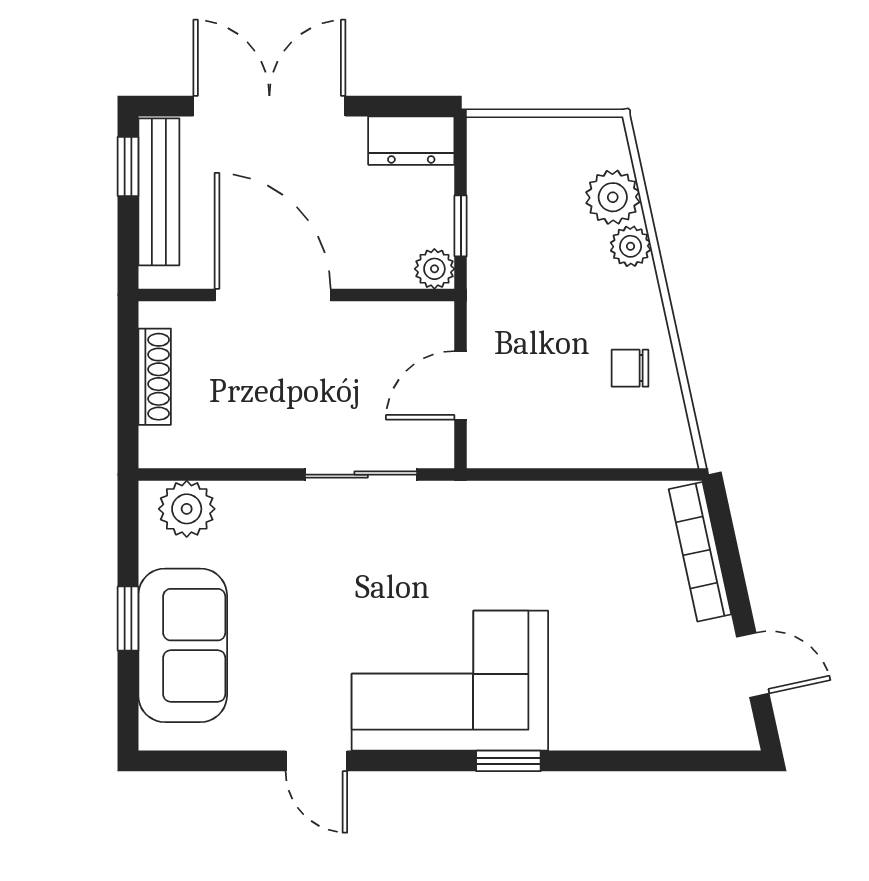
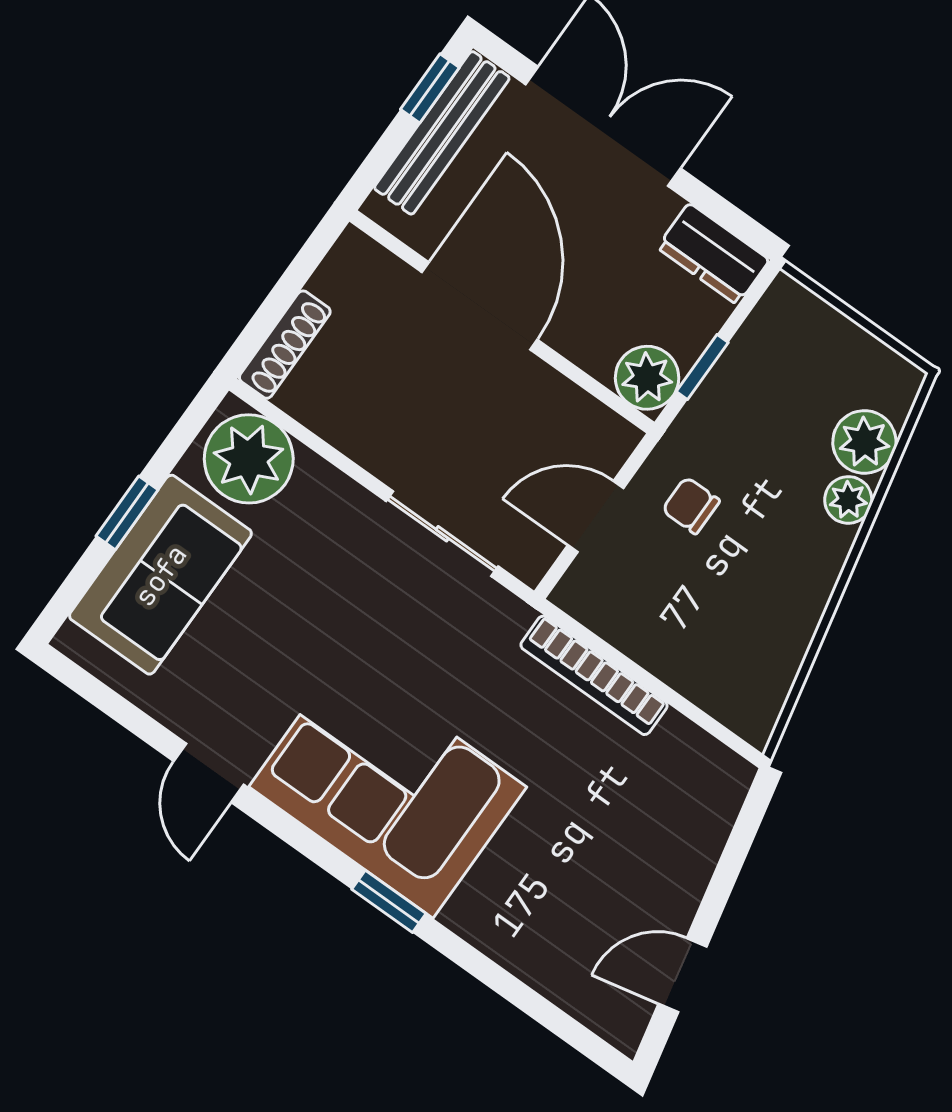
plant: (434, 269) -> (647, 378), width x1.38, depth x1.38
chair: (630, 368) -> (691, 505), moved
shoe rack: (155, 377) -> (285, 345), moved
plant: (187, 509) -> (249, 459), width x1.36, depth x1.36
bookcase: (700, 552) -> (594, 675), moved, turned -78
door: (753, 665) -> (683, 975), swing flipped

